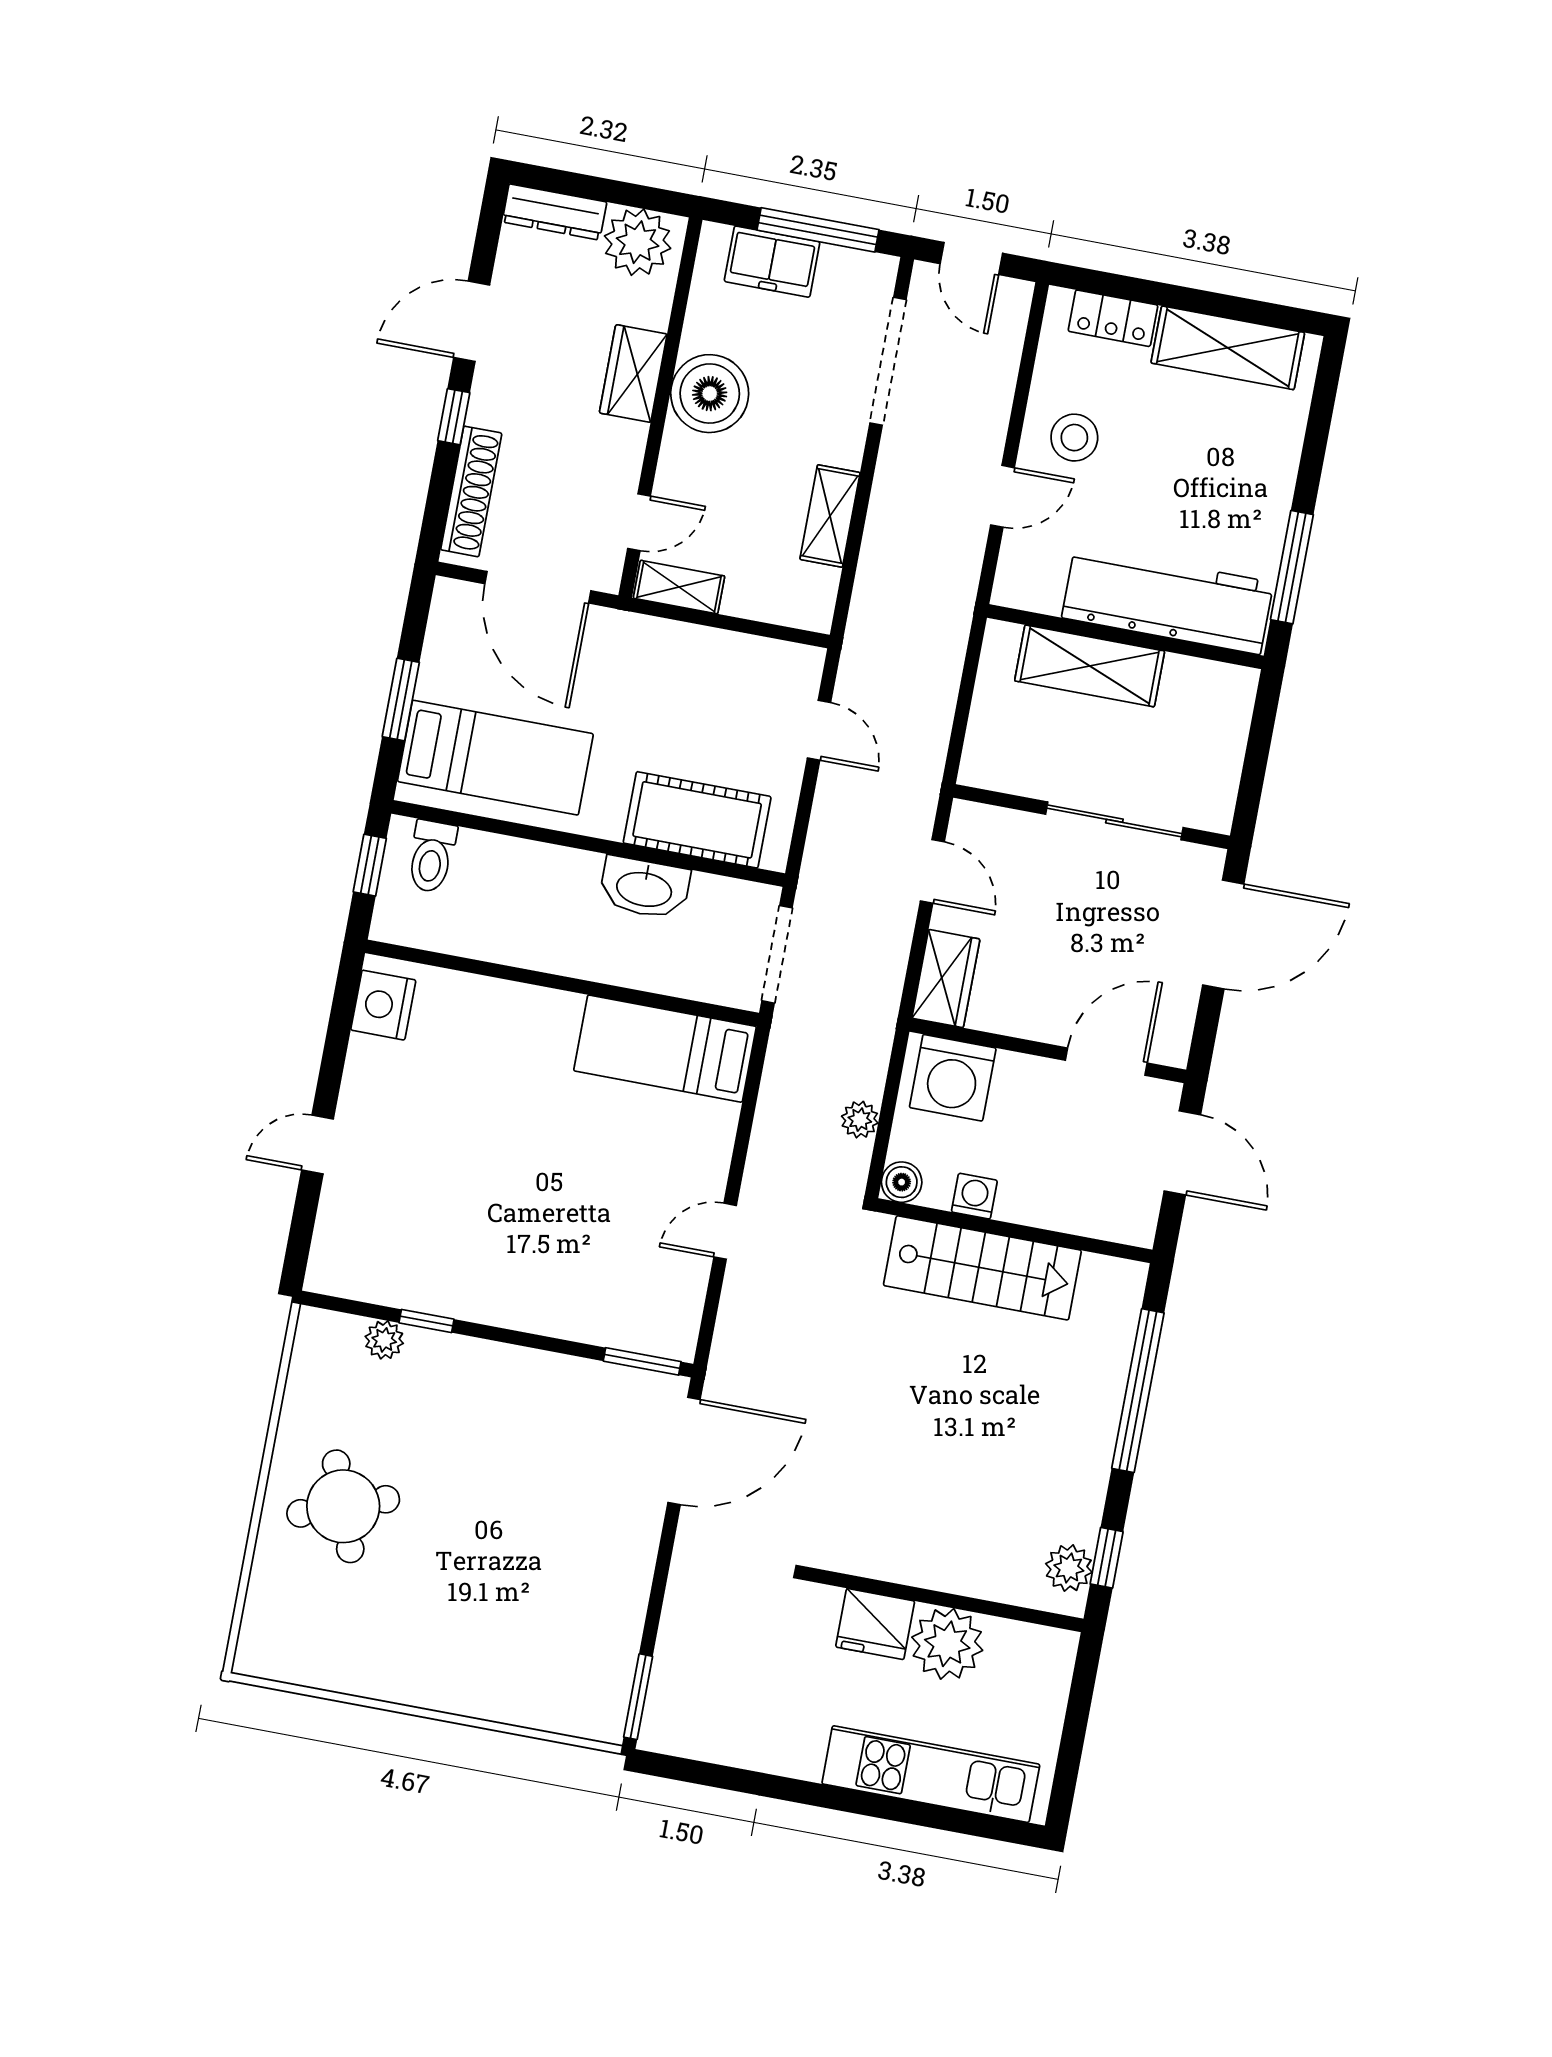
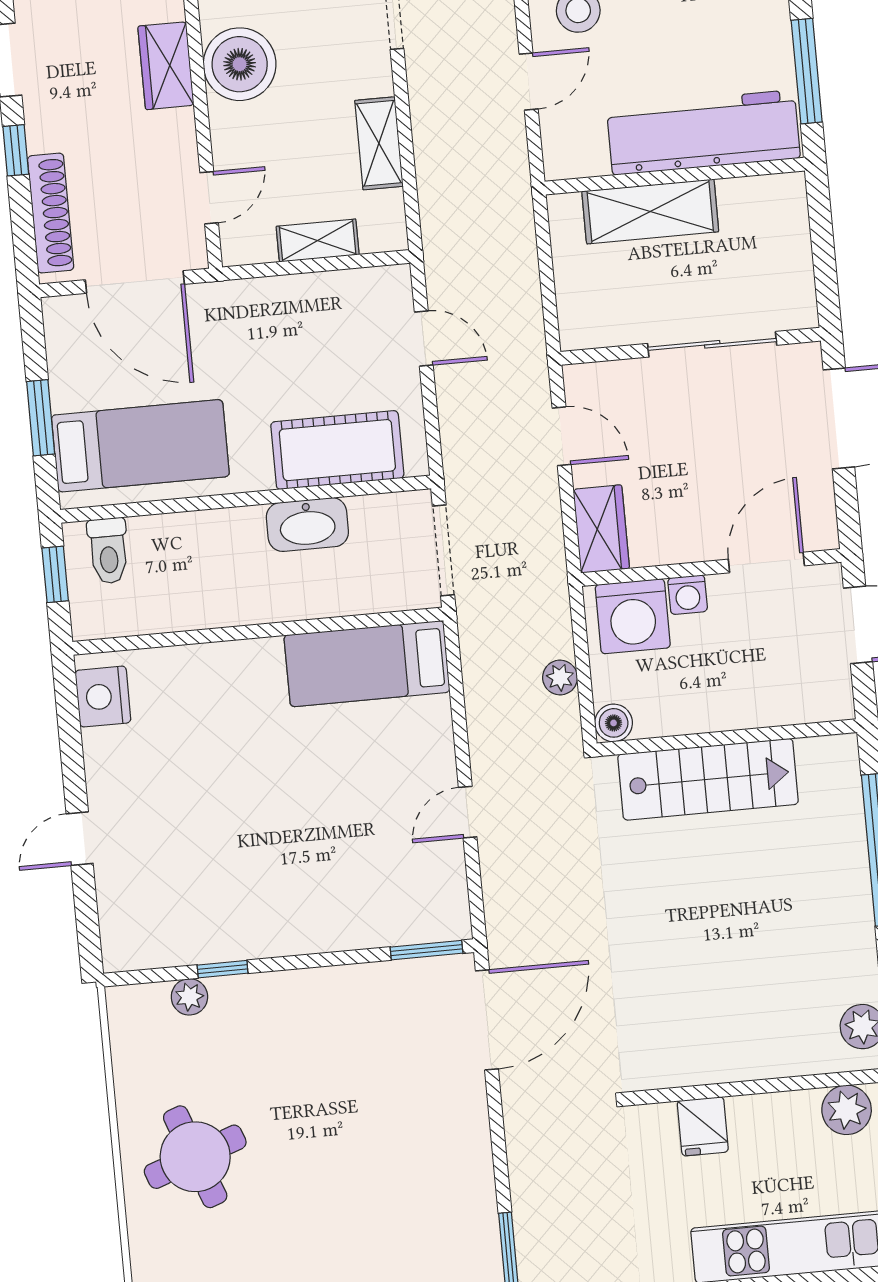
shelving: (679, 587) -> (318, 241), moved
washing machine: (974, 1196) -> (688, 595), moved, turned 180
fridge: (875, 1624) -> (703, 1126), width x0.72
plant: (947, 1644) -> (847, 1110), moved, width x0.73, depth x0.73

